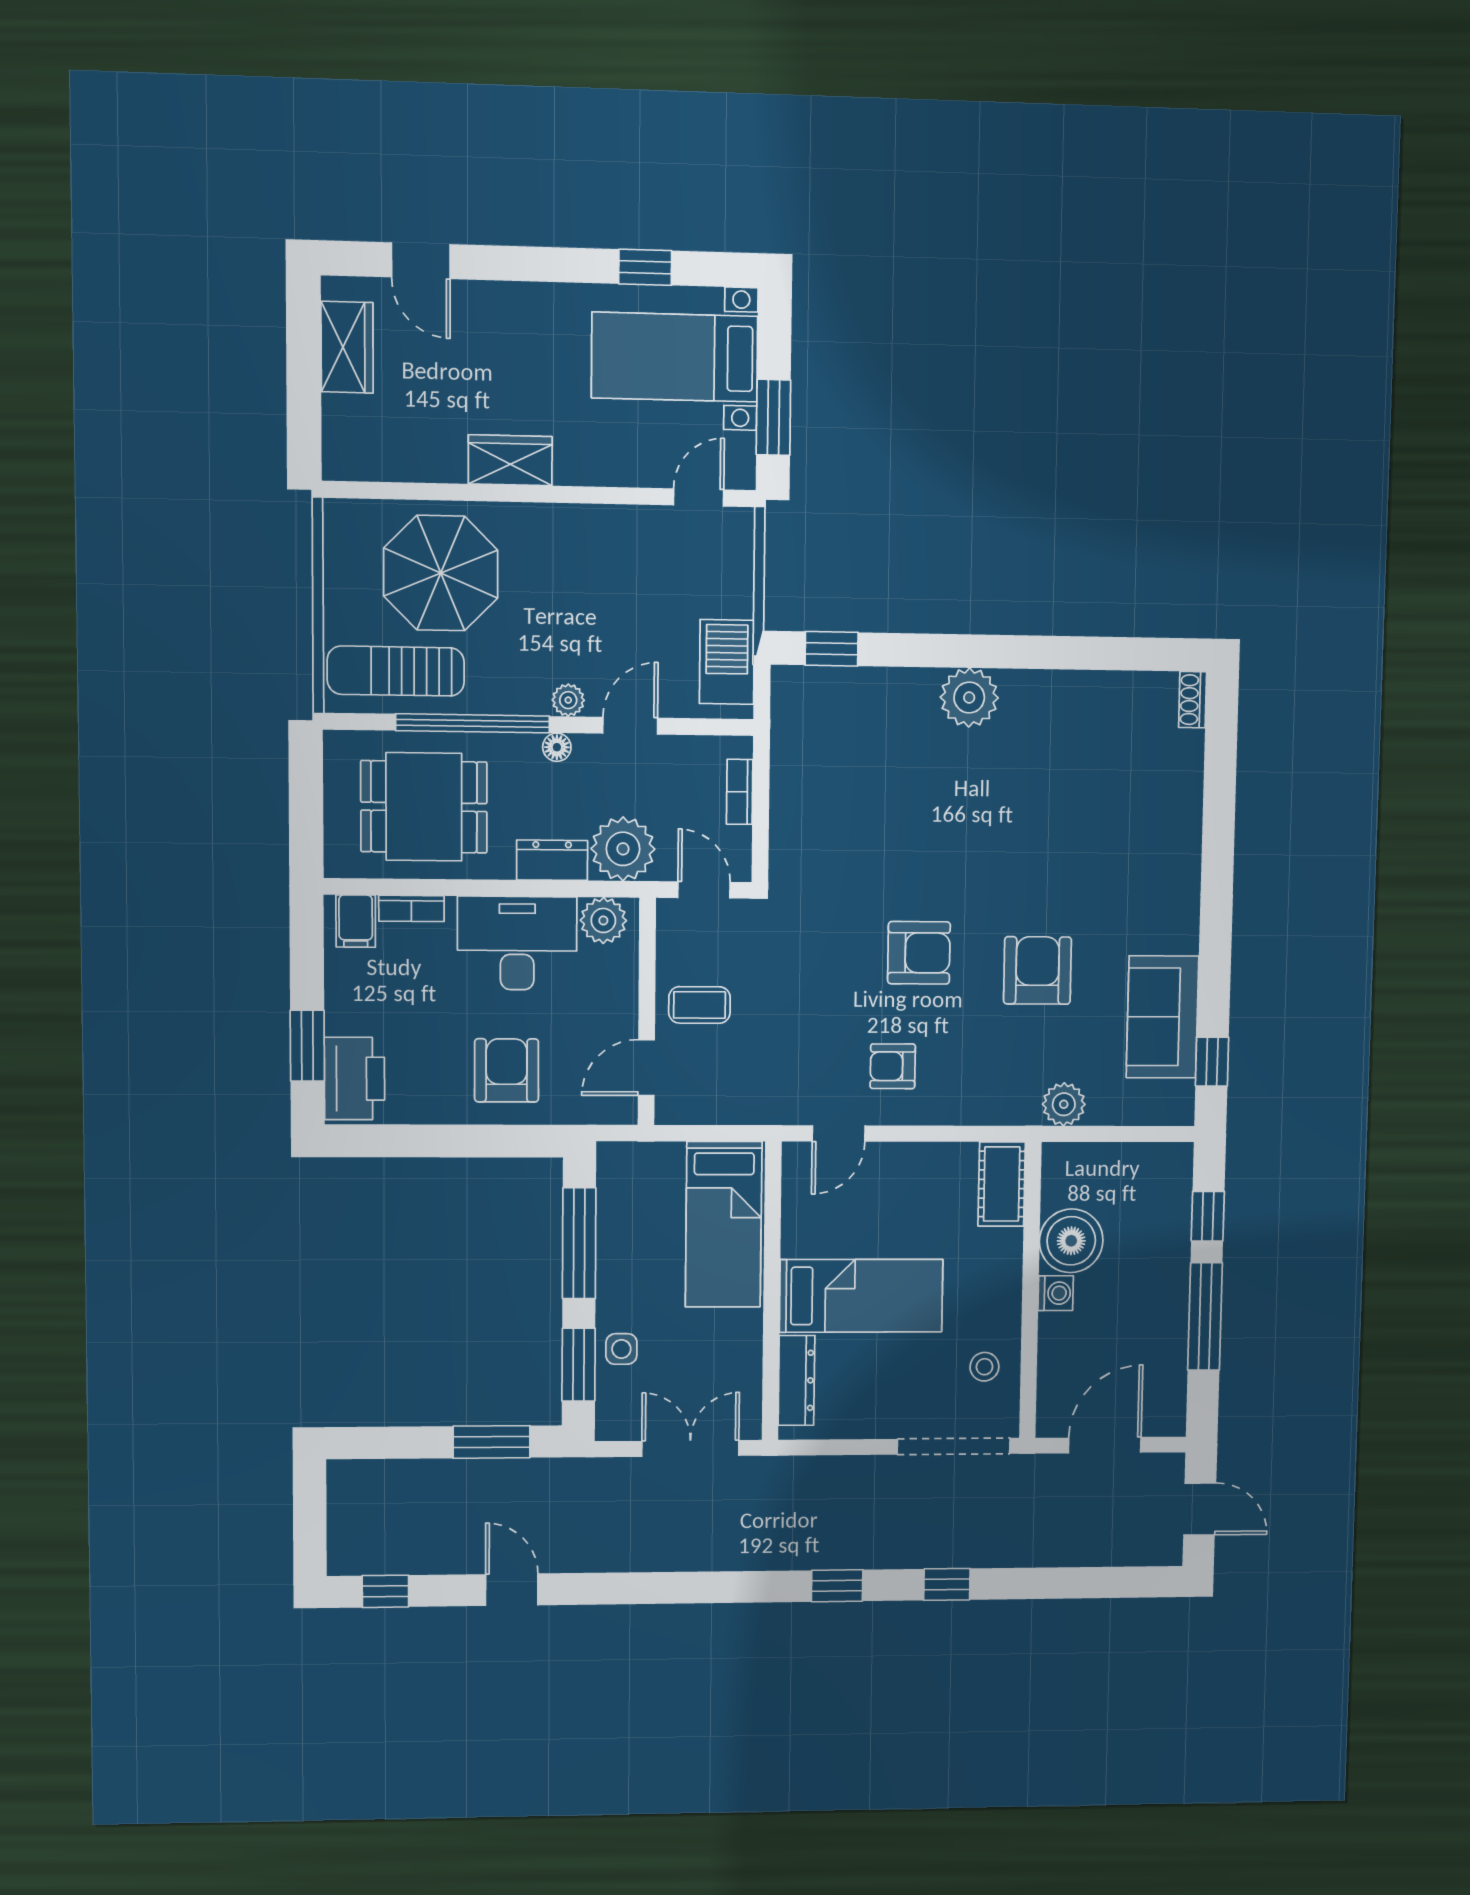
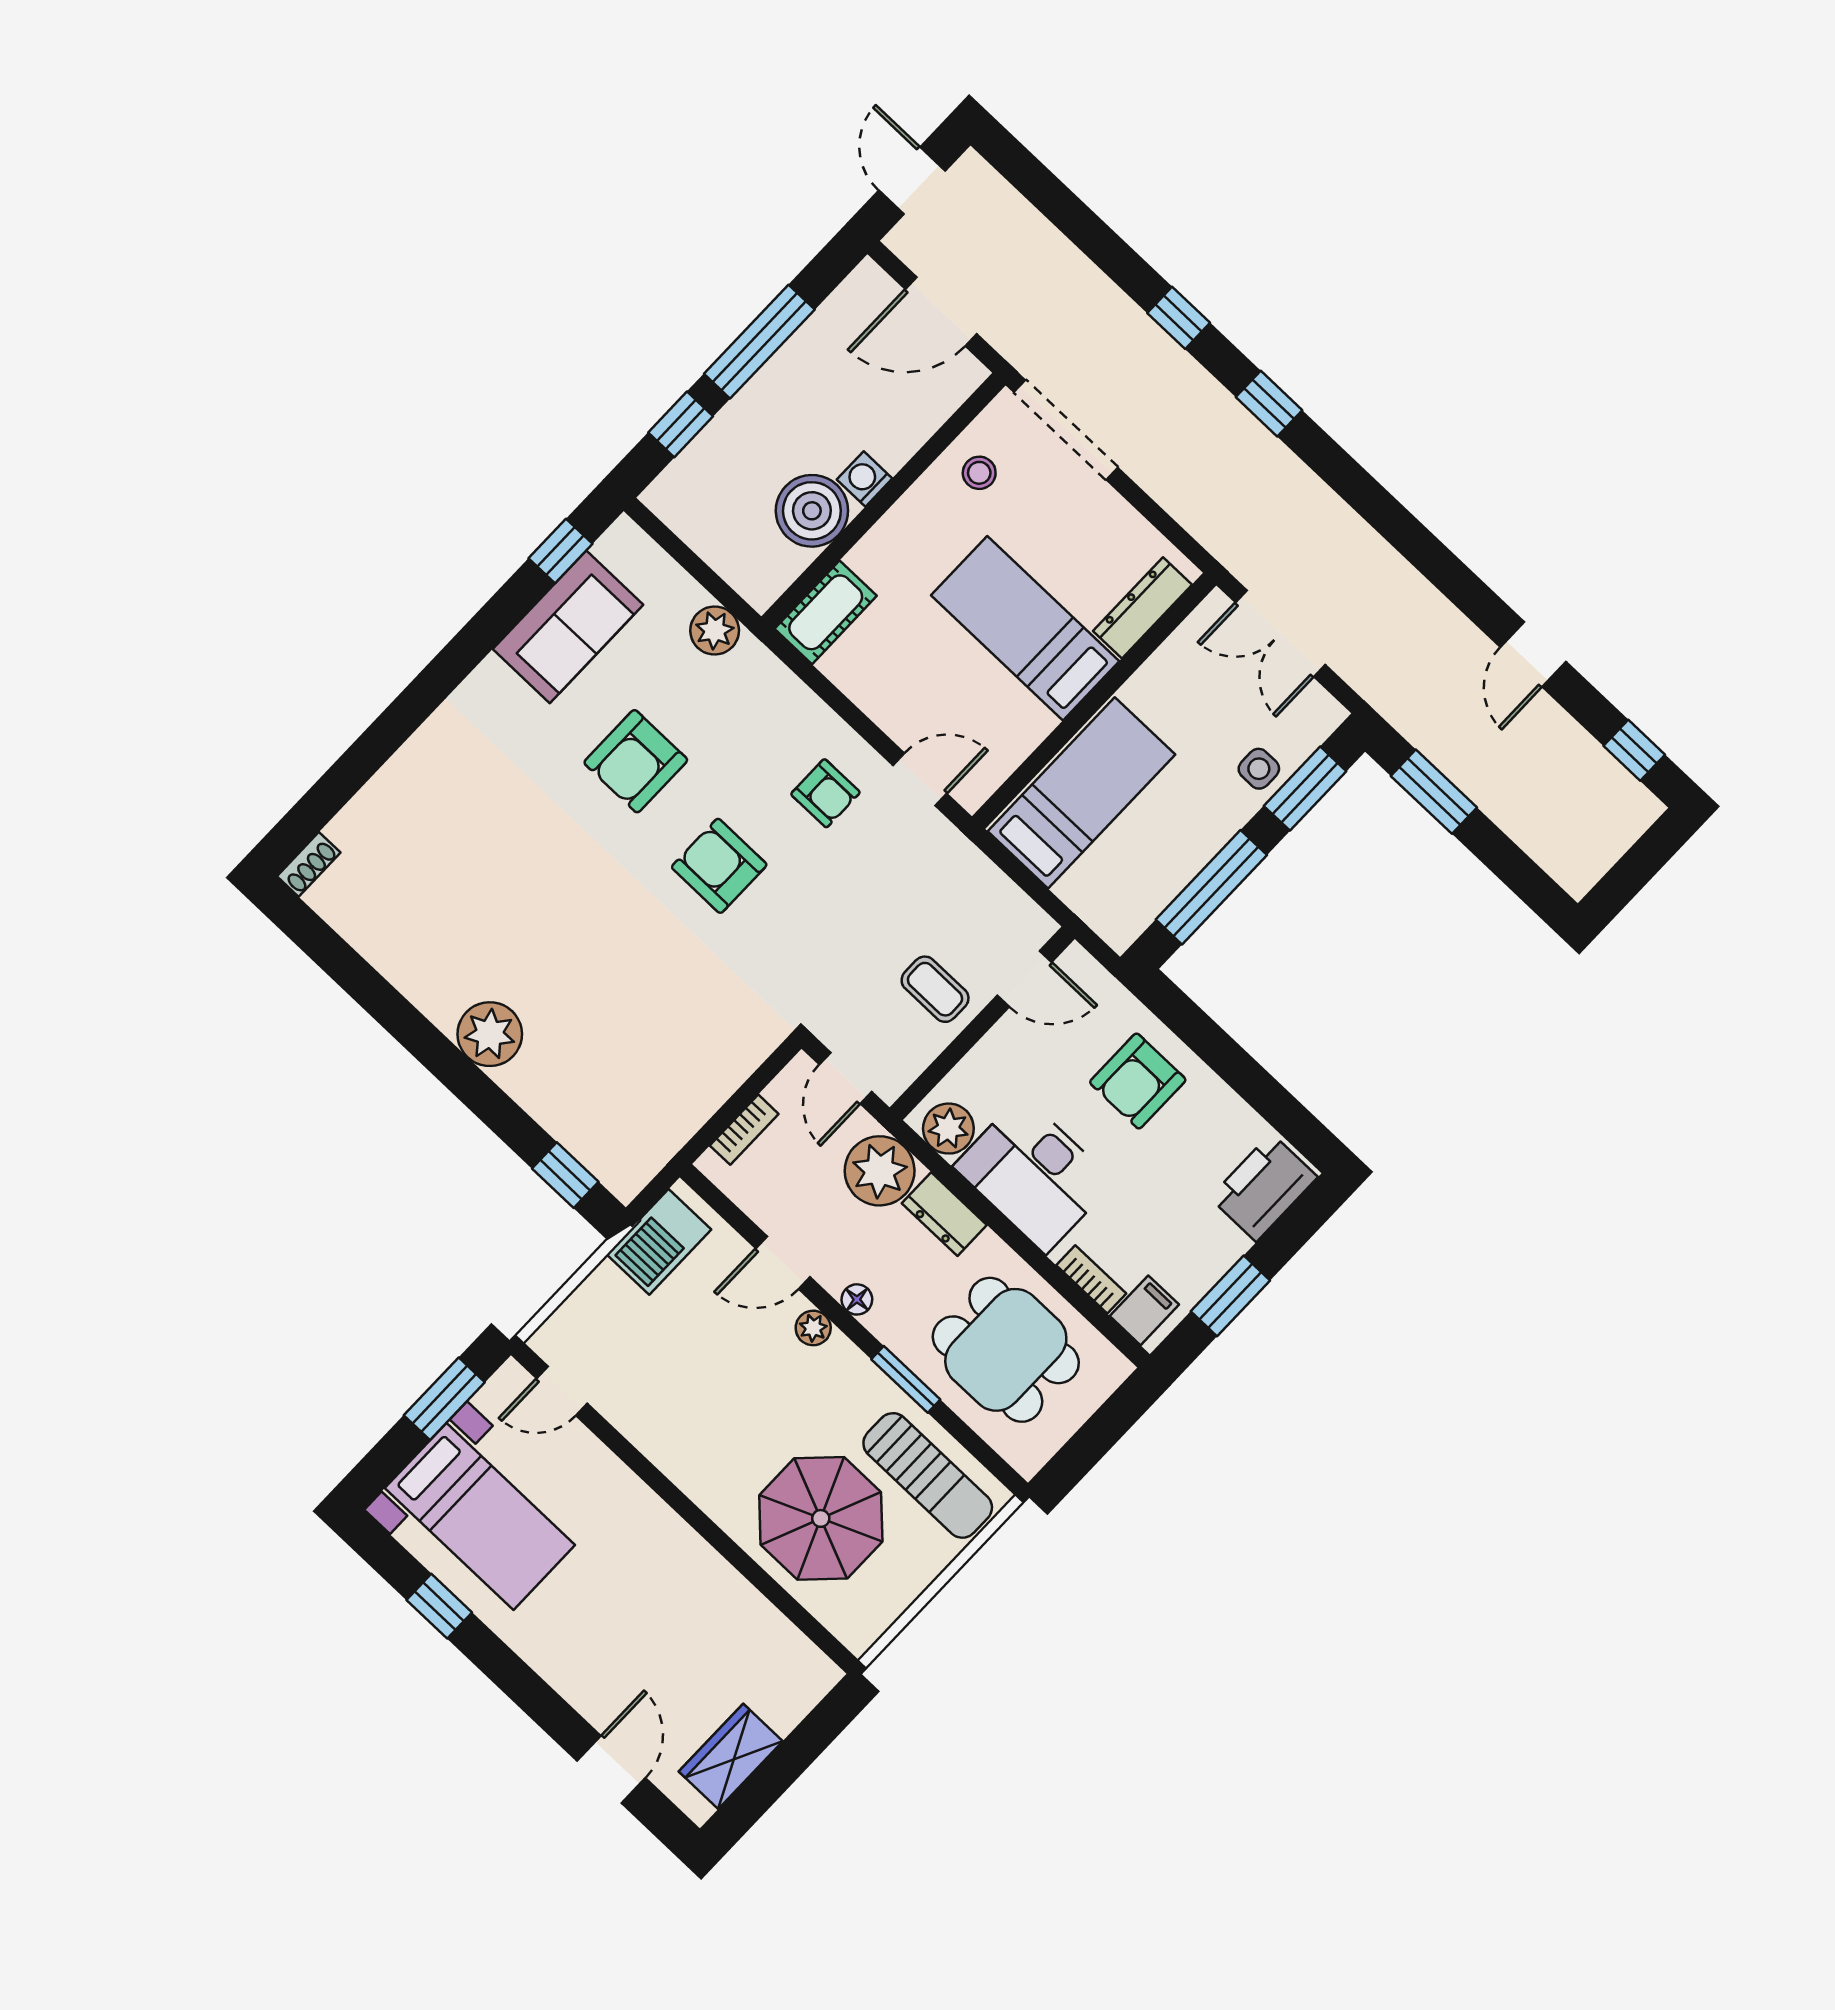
wardrobe: (510, 460) -> (684, 1555), removed
window: (473, 723) -> (906, 1379), width x0.47
window: (307, 1046) -> (1230, 1296), moved

